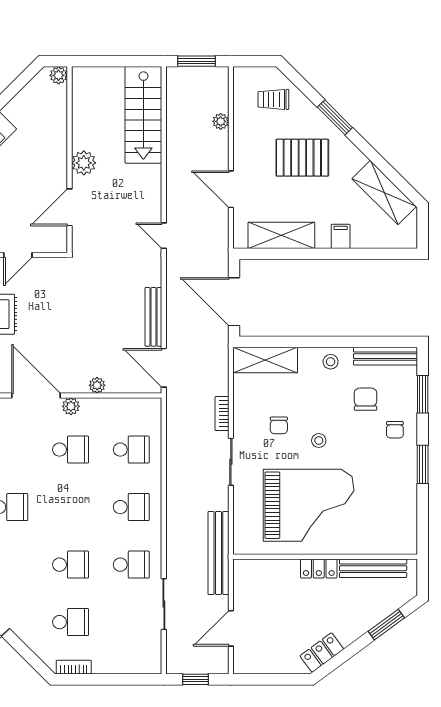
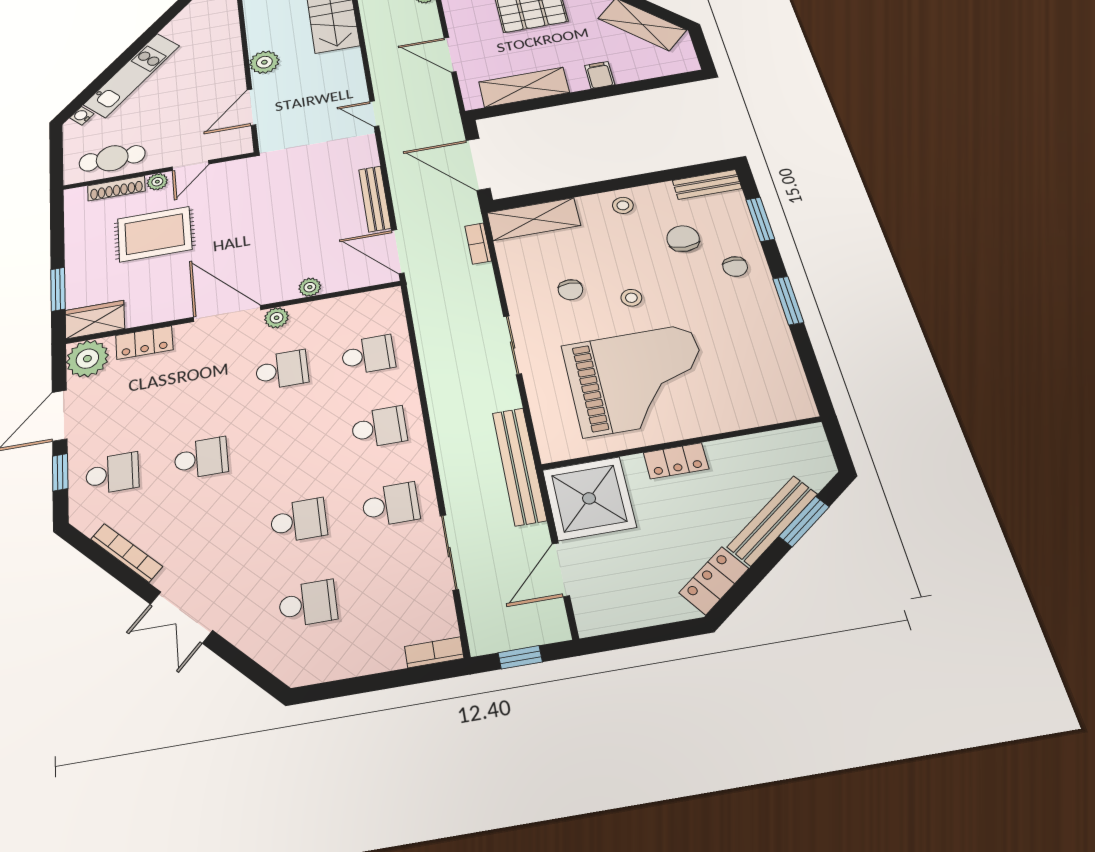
bench: (385, 356) -> (707, 184), width x0.73
bookcase: (222, 414) -> (478, 243), moved
bench: (373, 568) -> (773, 521), moved, turned -36
shower: (258, 584) -> (589, 498), added
bookcase: (74, 667) -> (434, 652), moved

